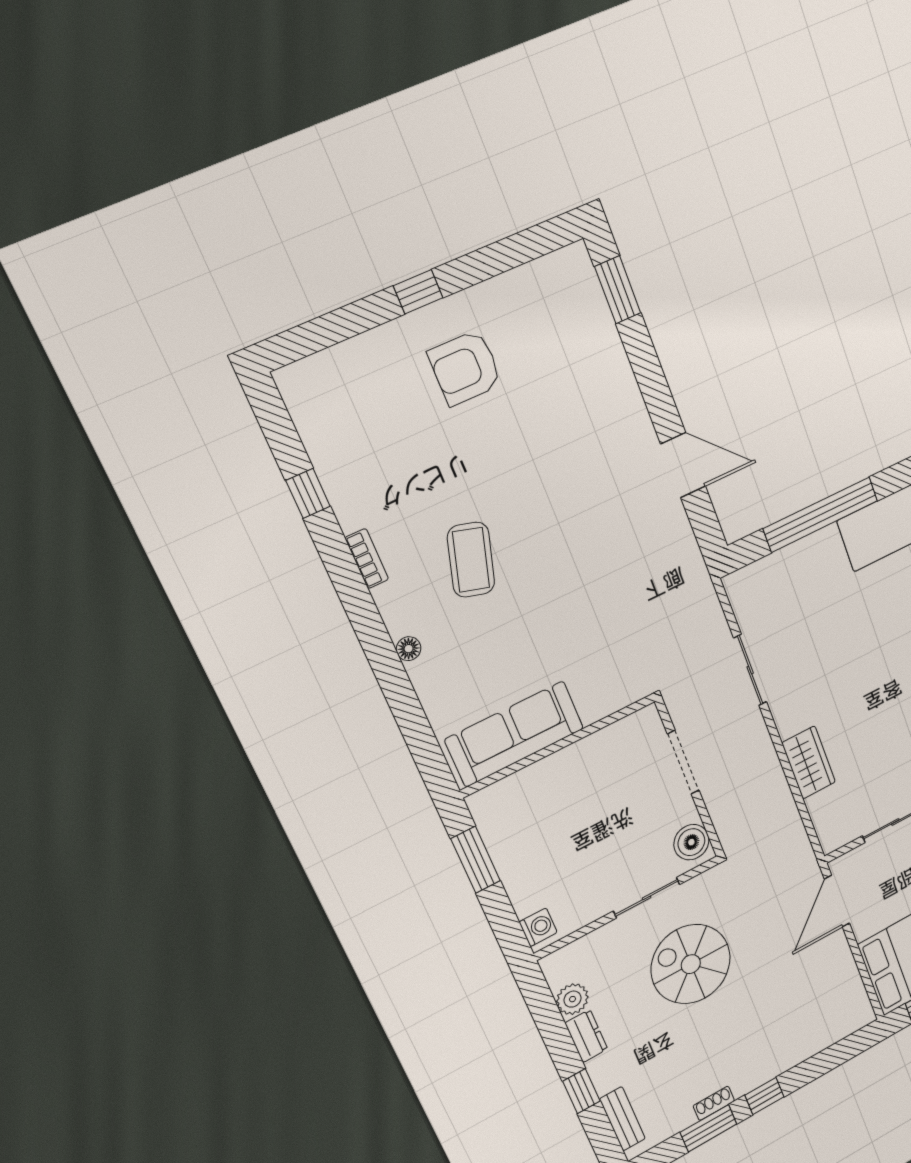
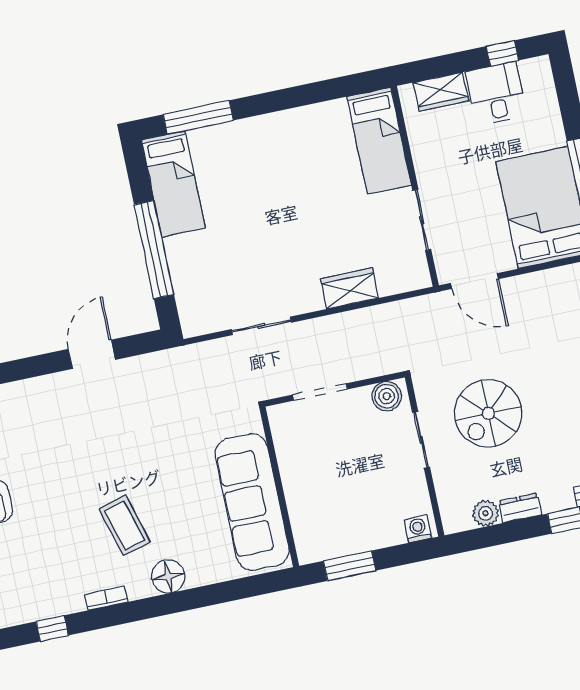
coffee table: (471, 560) -> (124, 525), turned 58
floor lamp: (409, 649) -> (168, 576), width x1.89, depth x1.89
sofa: (515, 734) -> (252, 502), width x1.36, depth x1.27

